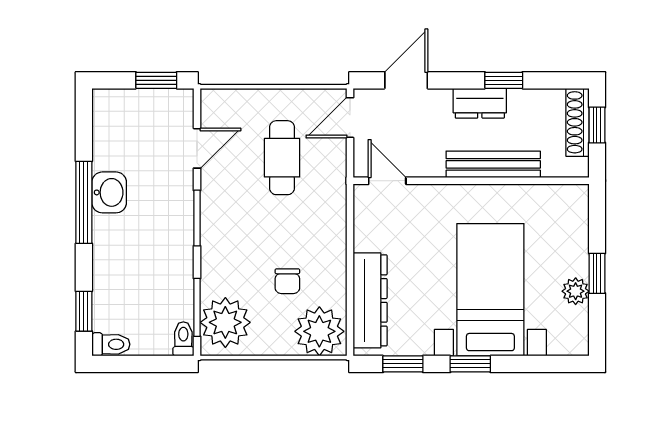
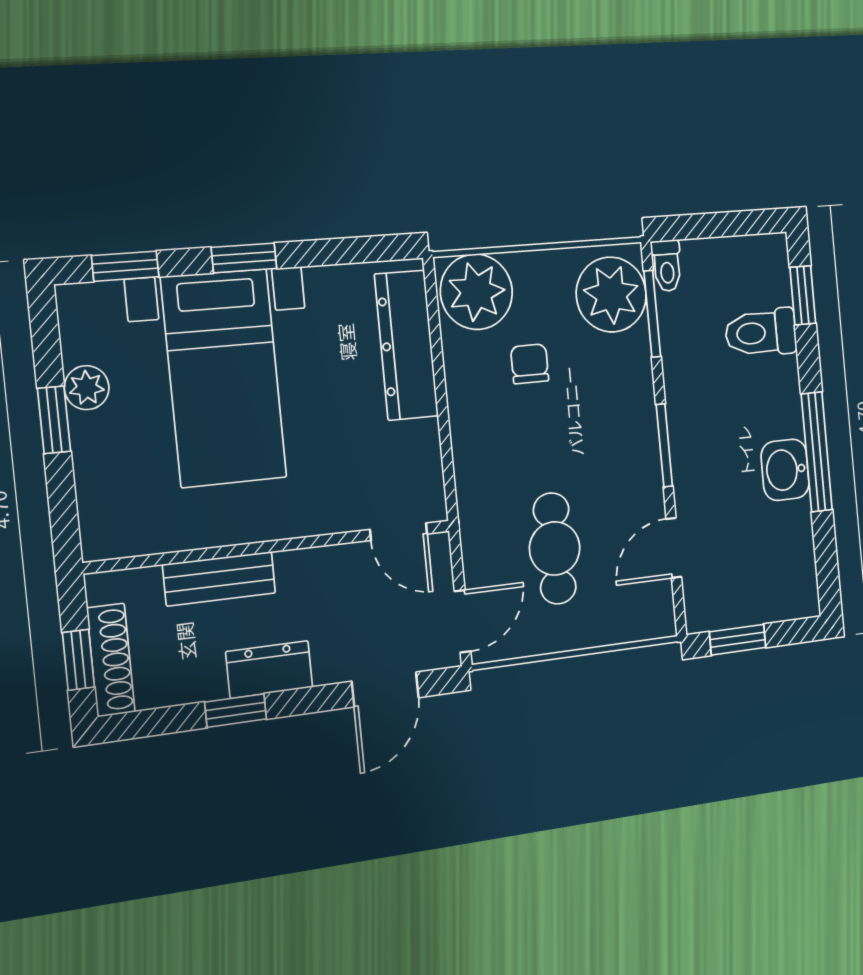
bench: (493, 164) -> (219, 579), width x0.73
toilet: (111, 344) -> (761, 333), moved, width x1.37, depth x1.39
window: (403, 364) -> (125, 266), moved

